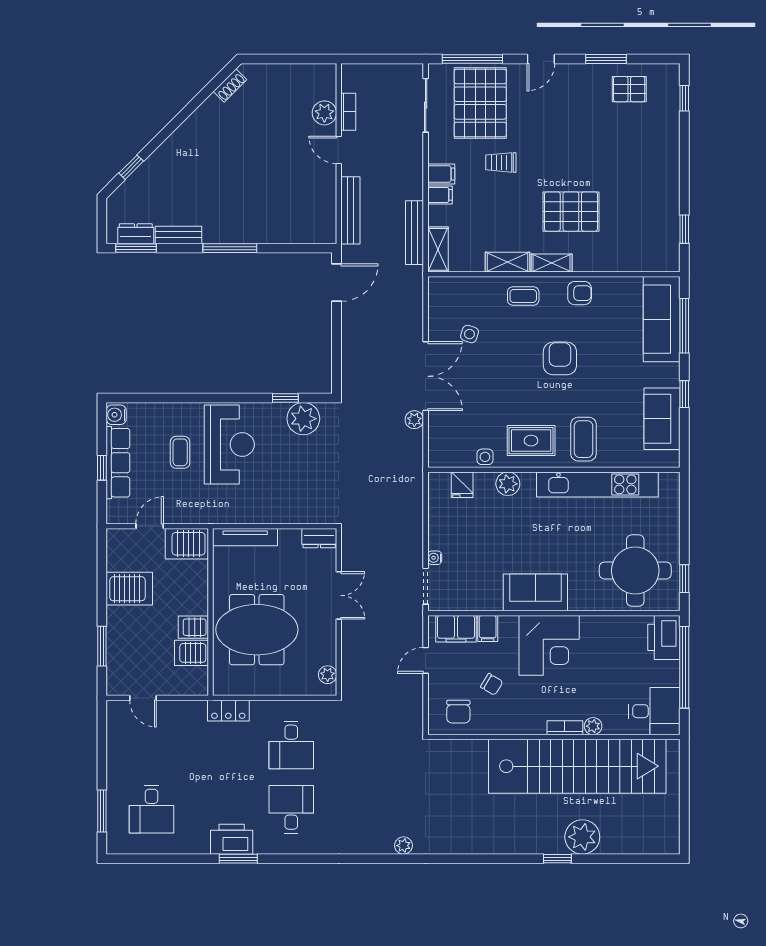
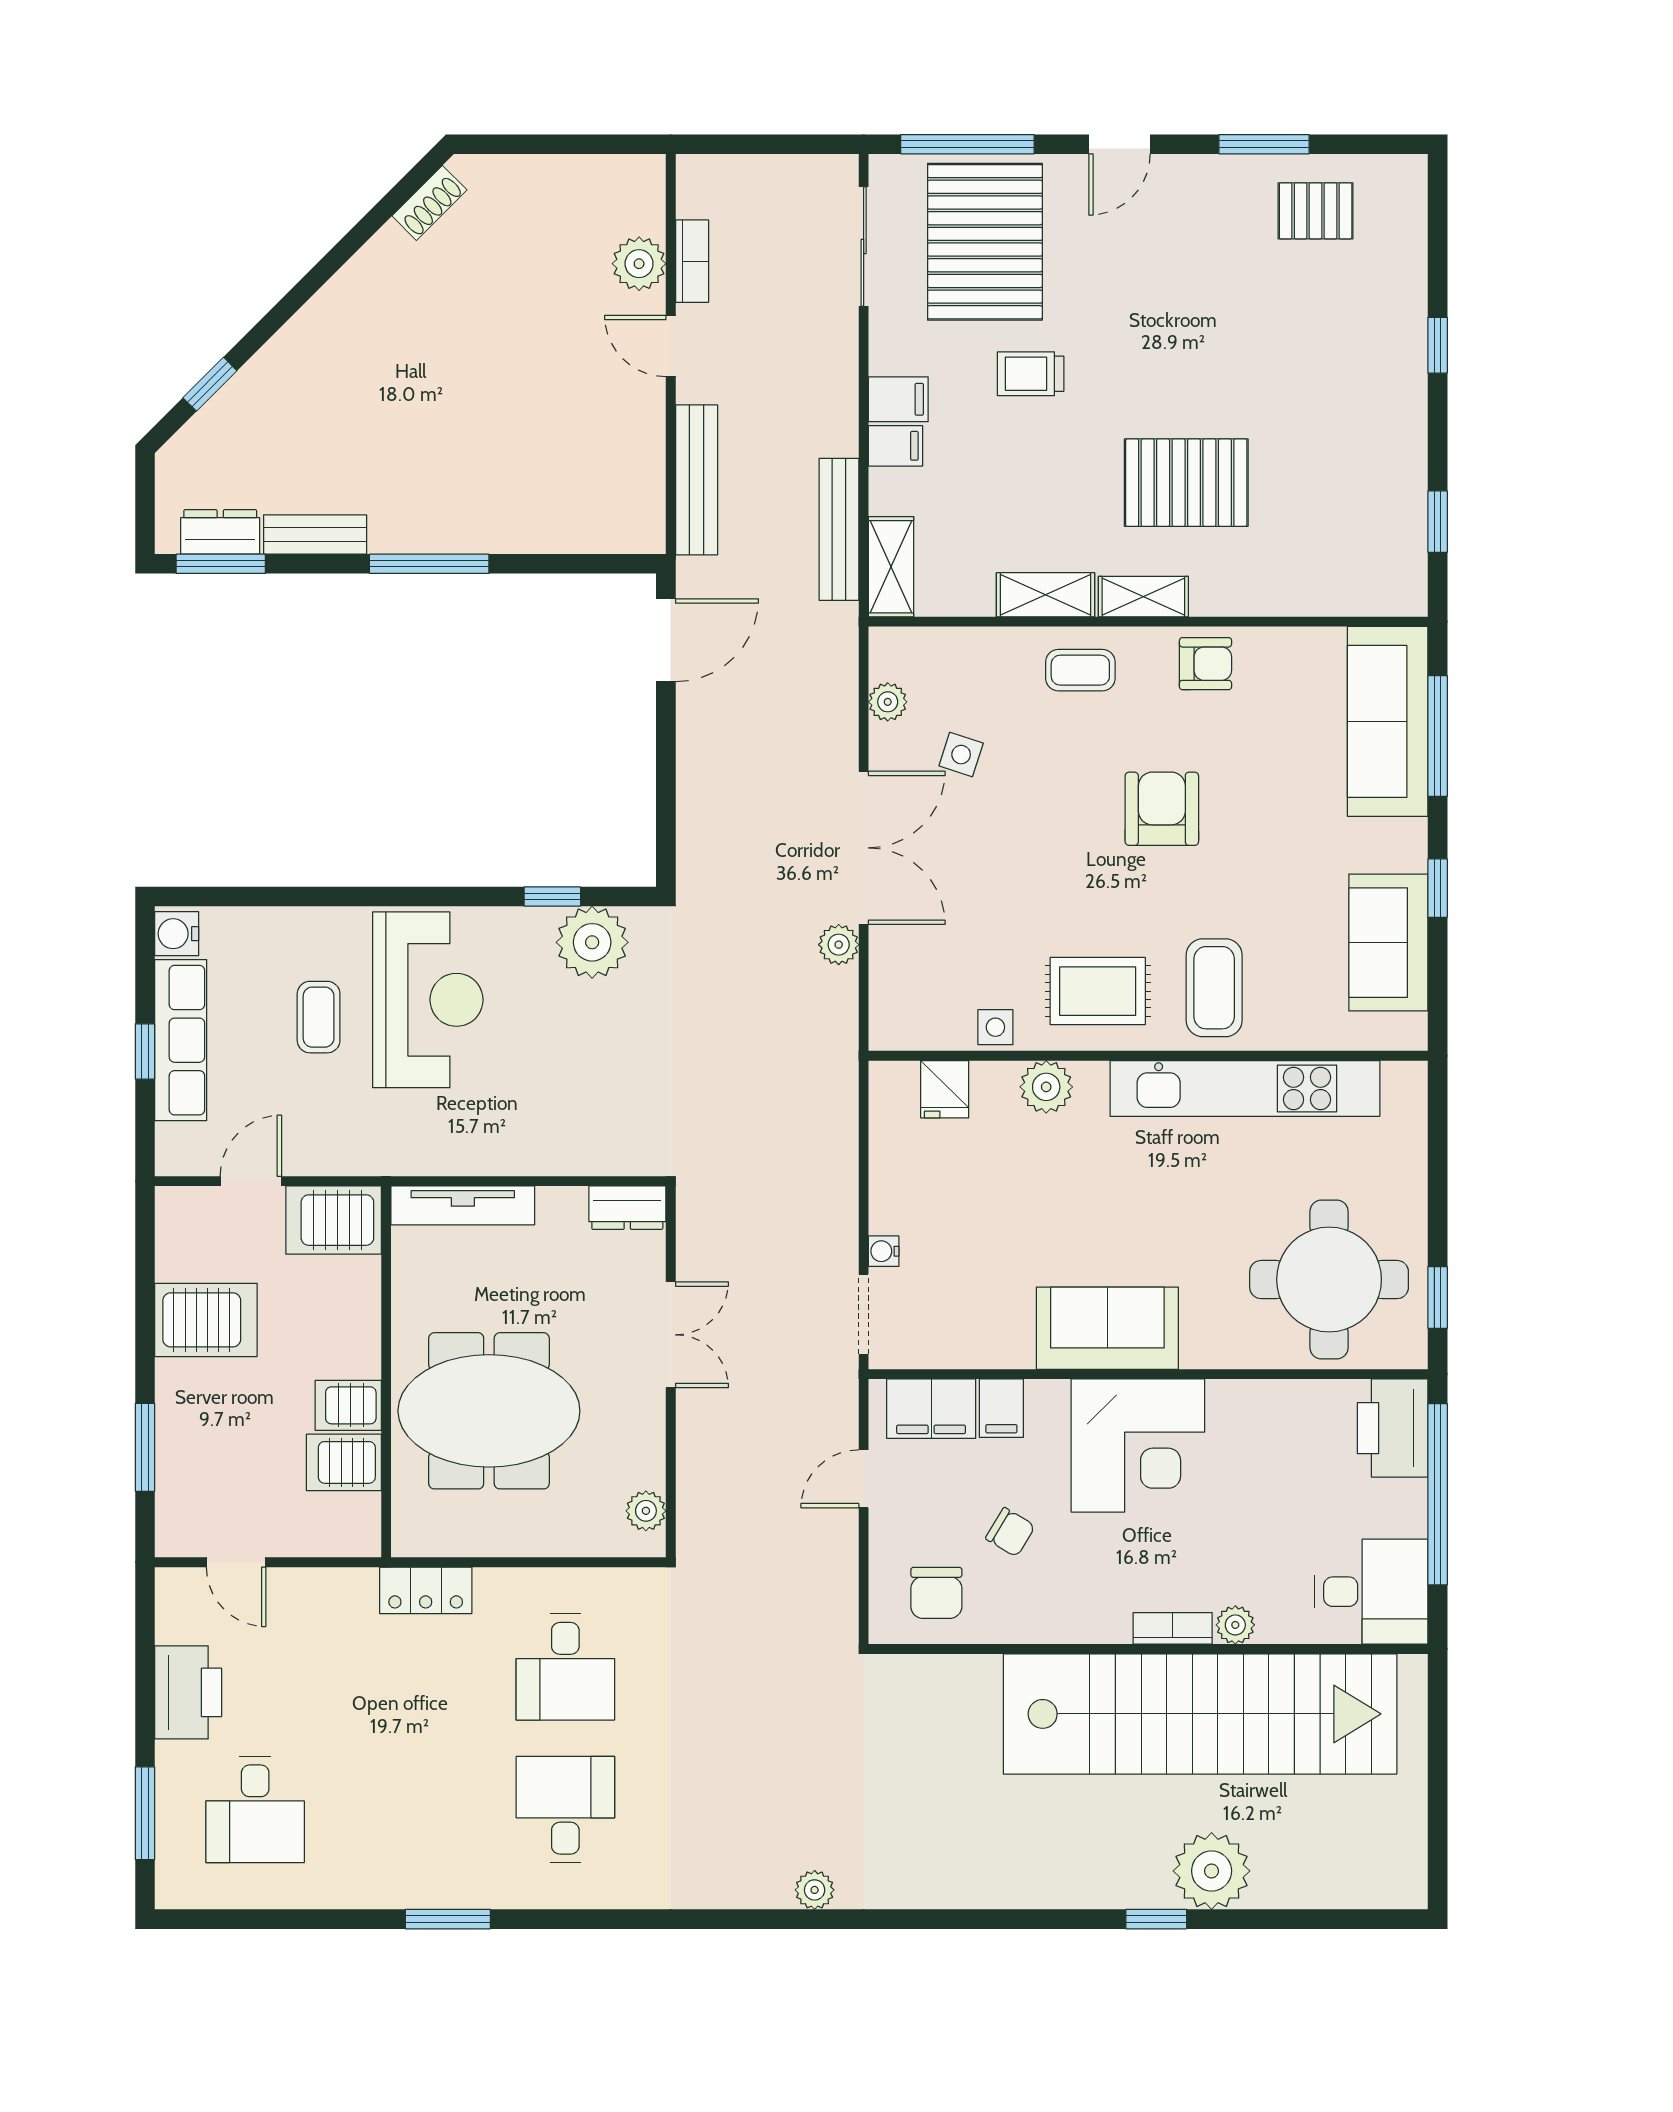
window: (684, 98) -> (1438, 345), moved
plant: (436, 310) -> (888, 702), added
printer: (232, 839) -> (188, 1692), moved, turned 90

